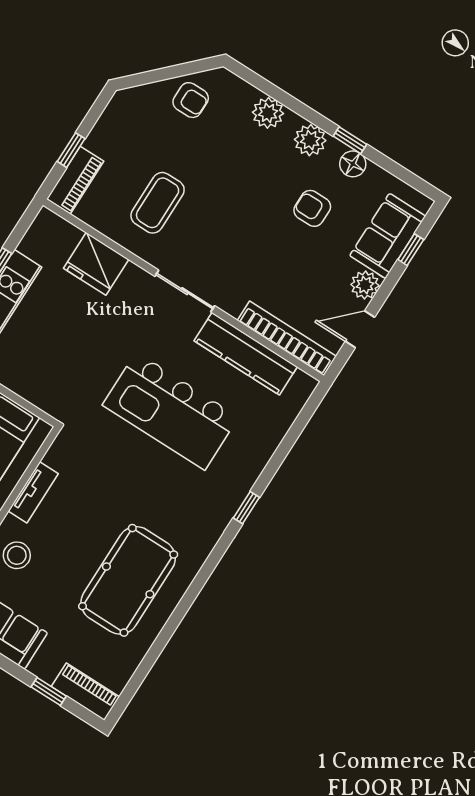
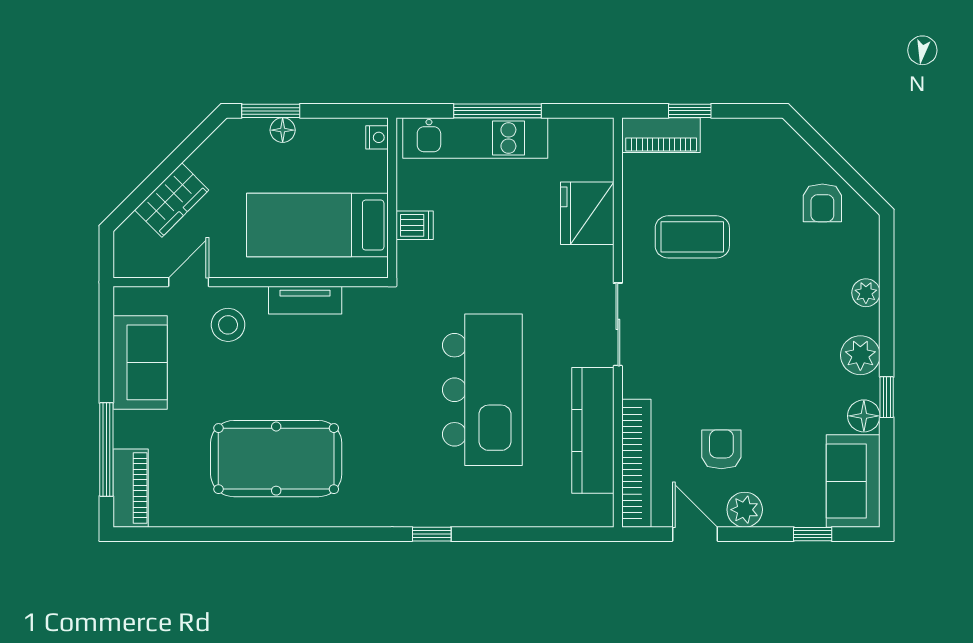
plant: (268, 113) -> (866, 293), width x0.73, depth x0.73
armchair: (312, 208) -> (721, 449), moved
sofa: (388, 236) -> (853, 481), moved, turned -90
dishwasher: (30, 386) -> (415, 225), added
kitchen island: (170, 411) -> (482, 390), turned 180
window: (49, 691) -> (106, 449), width x2.17

